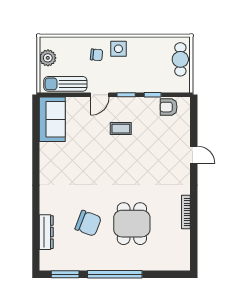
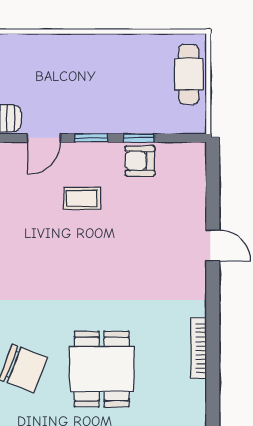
side table: (118, 49) -> (78, 55), removed
chair: (97, 55) -> (38, 66), removed
armchair: (169, 107) -> (140, 161), moved

